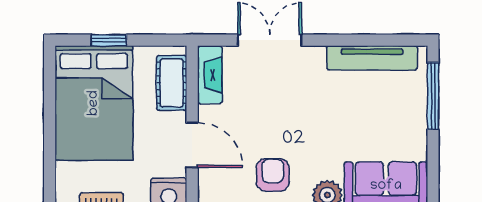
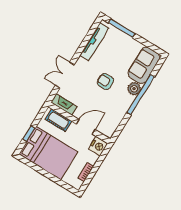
armchair: (273, 175) -> (105, 81), moved

